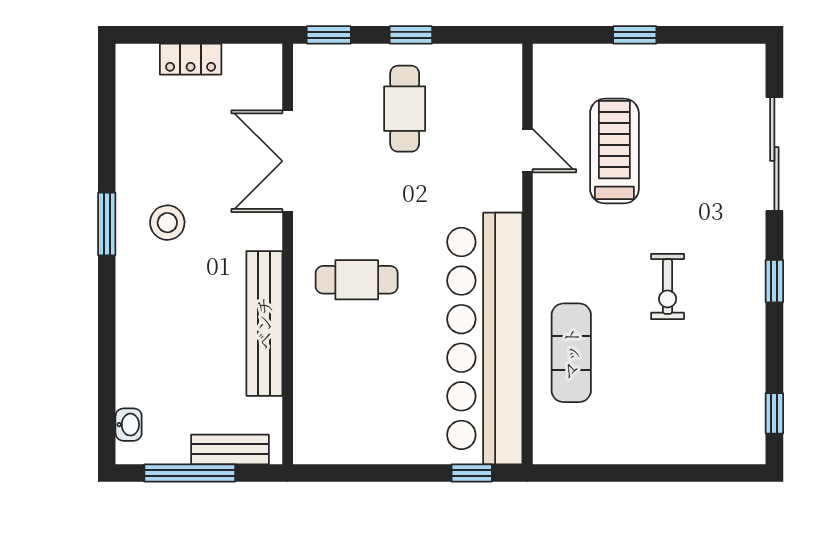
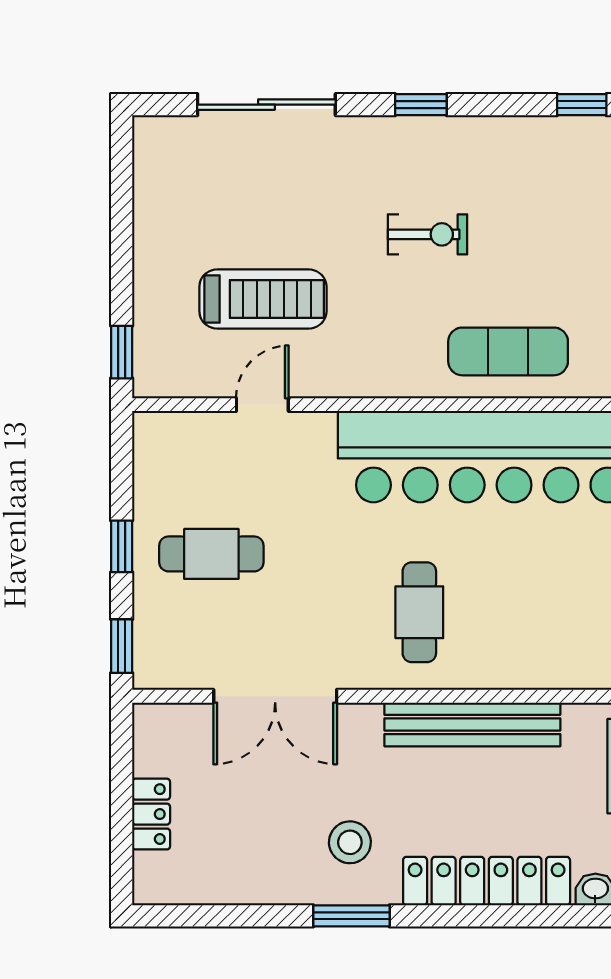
window: (635, 35) -> (122, 352), moved
treadmill: (614, 151) -> (263, 299), turned 180
locker: (135, 335) -> (487, 881), added

